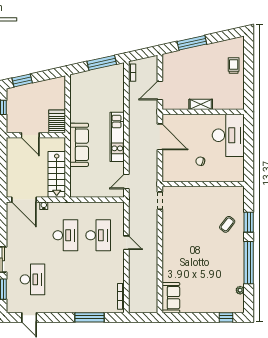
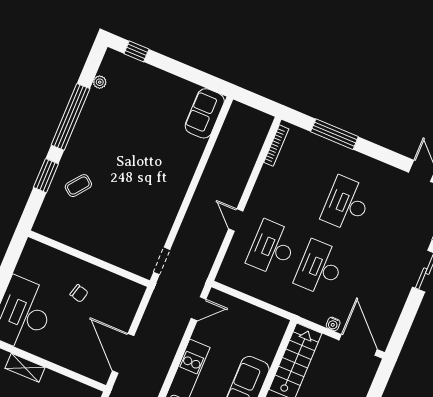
shelving: (201, 104) -> (25, 368), moved
desk: (33, 279) -> (347, 204), moved

